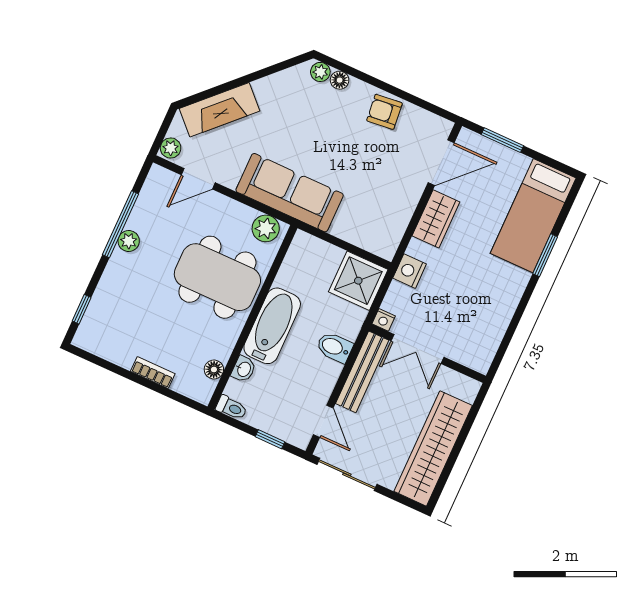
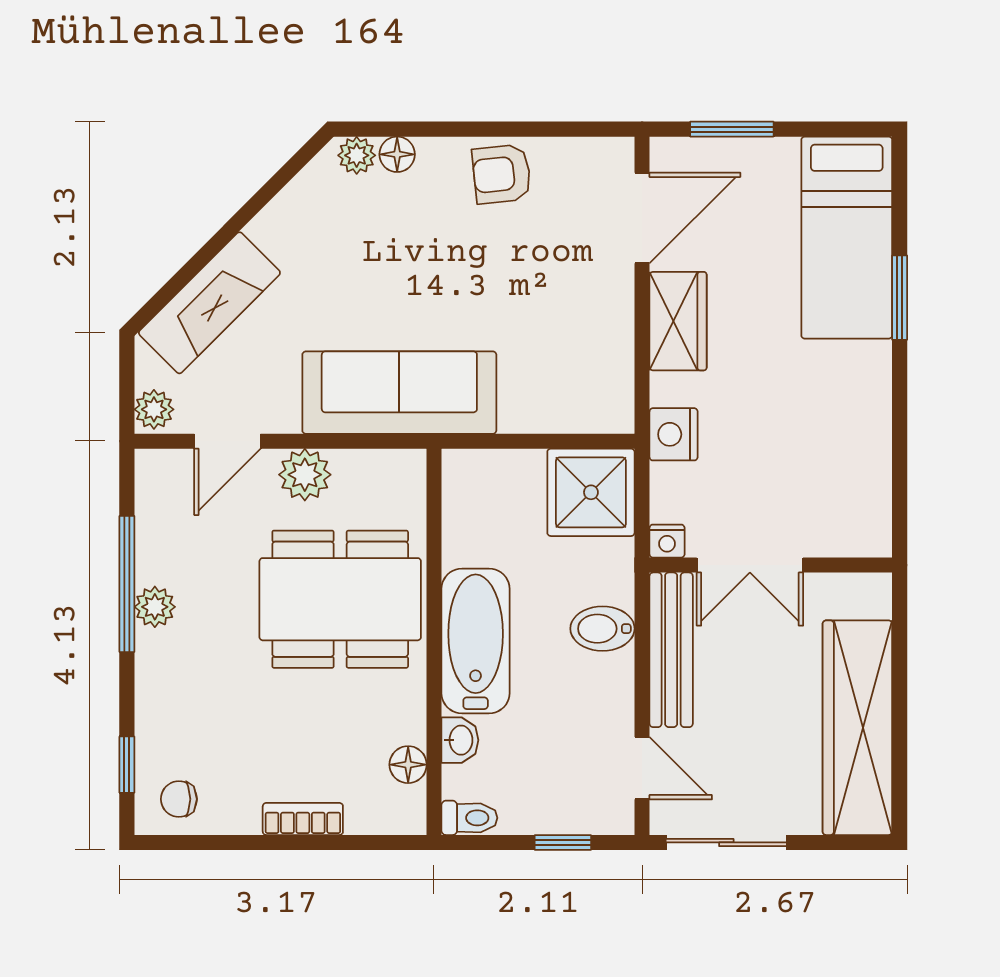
plant: (266, 228) -> (305, 475), moved
chair: (99, 337) -> (179, 799), added

